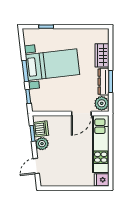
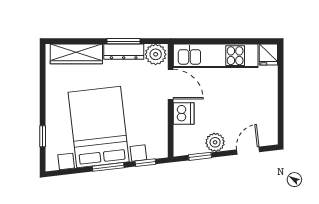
wardrobe: (102, 55) -> (76, 54), width x1.50
bed with nightstands: (52, 65) -> (99, 127), width x1.36
dishwasher: (41, 129) -> (184, 113), moved, turned 97
door: (36, 166) -> (248, 151), swing flipped

